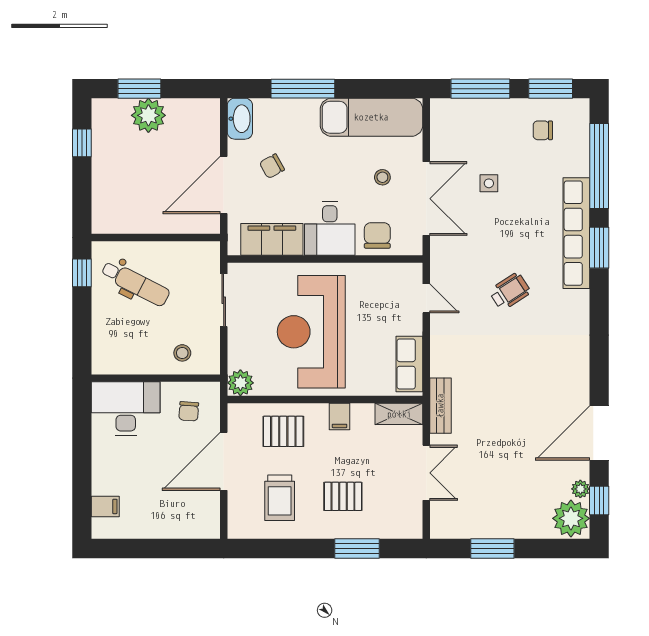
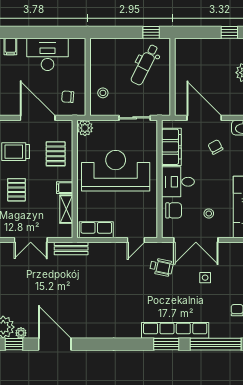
wheelchair: (510, 291) -> (161, 267), moved, turned -45
desk: (126, 409) -> (48, 54), moved, turned -90
shelving: (399, 414) -> (66, 209), moved

